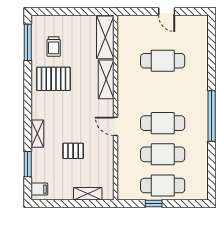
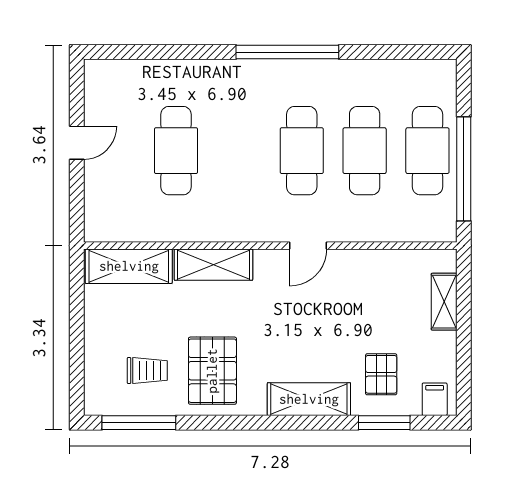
shelving: (37, 134) -> (309, 399), width x1.50, depth x1.33
pallet: (73, 151) -> (381, 374), moved
window: (154, 204) -> (464, 169), width x3.17

